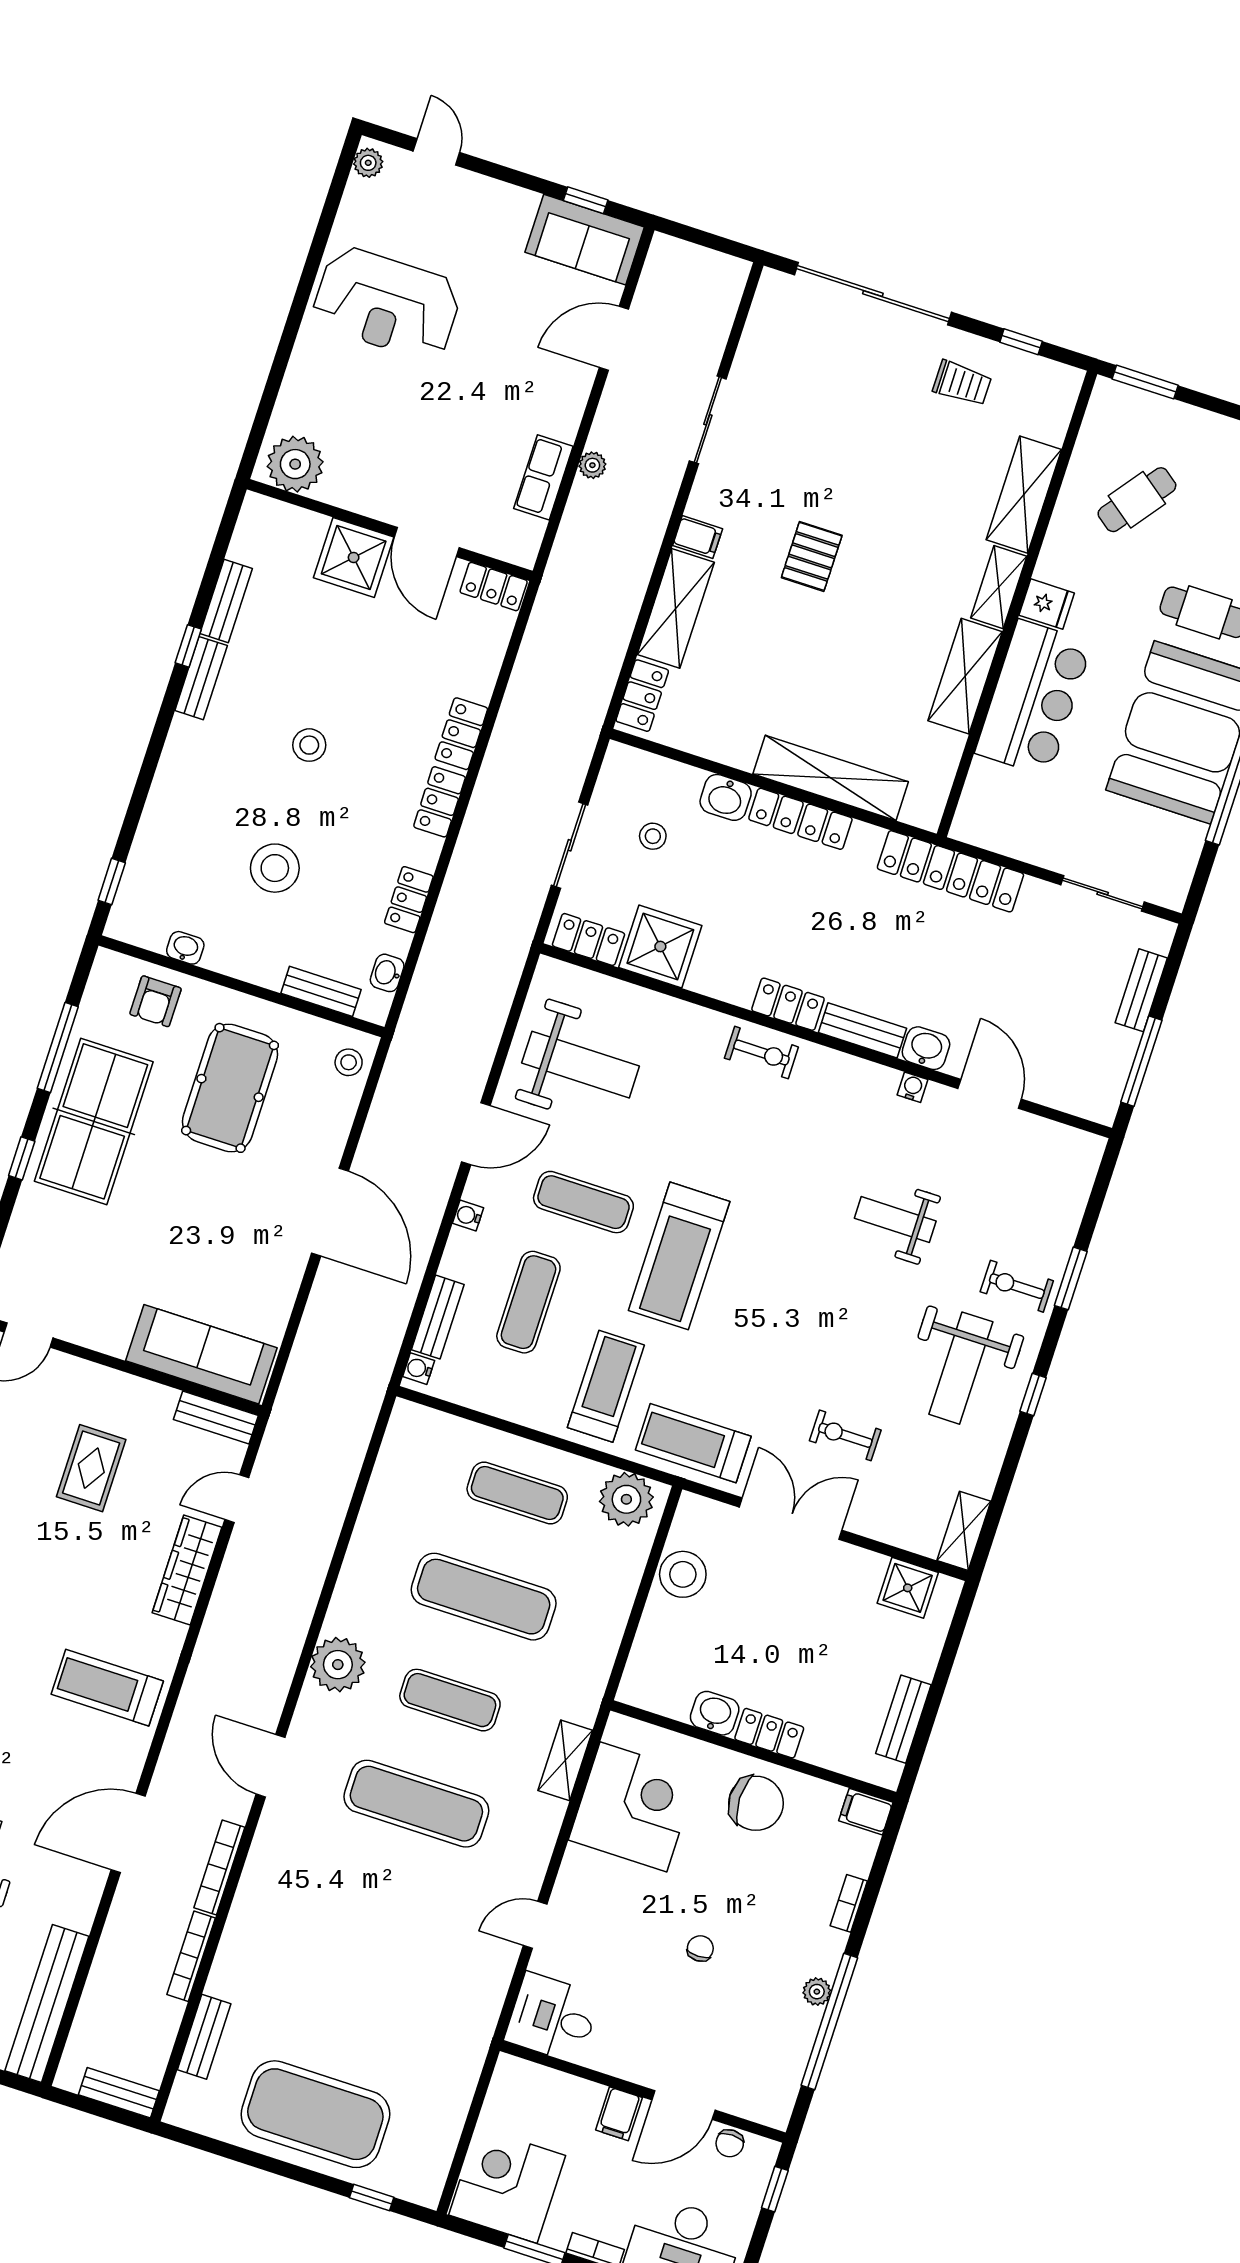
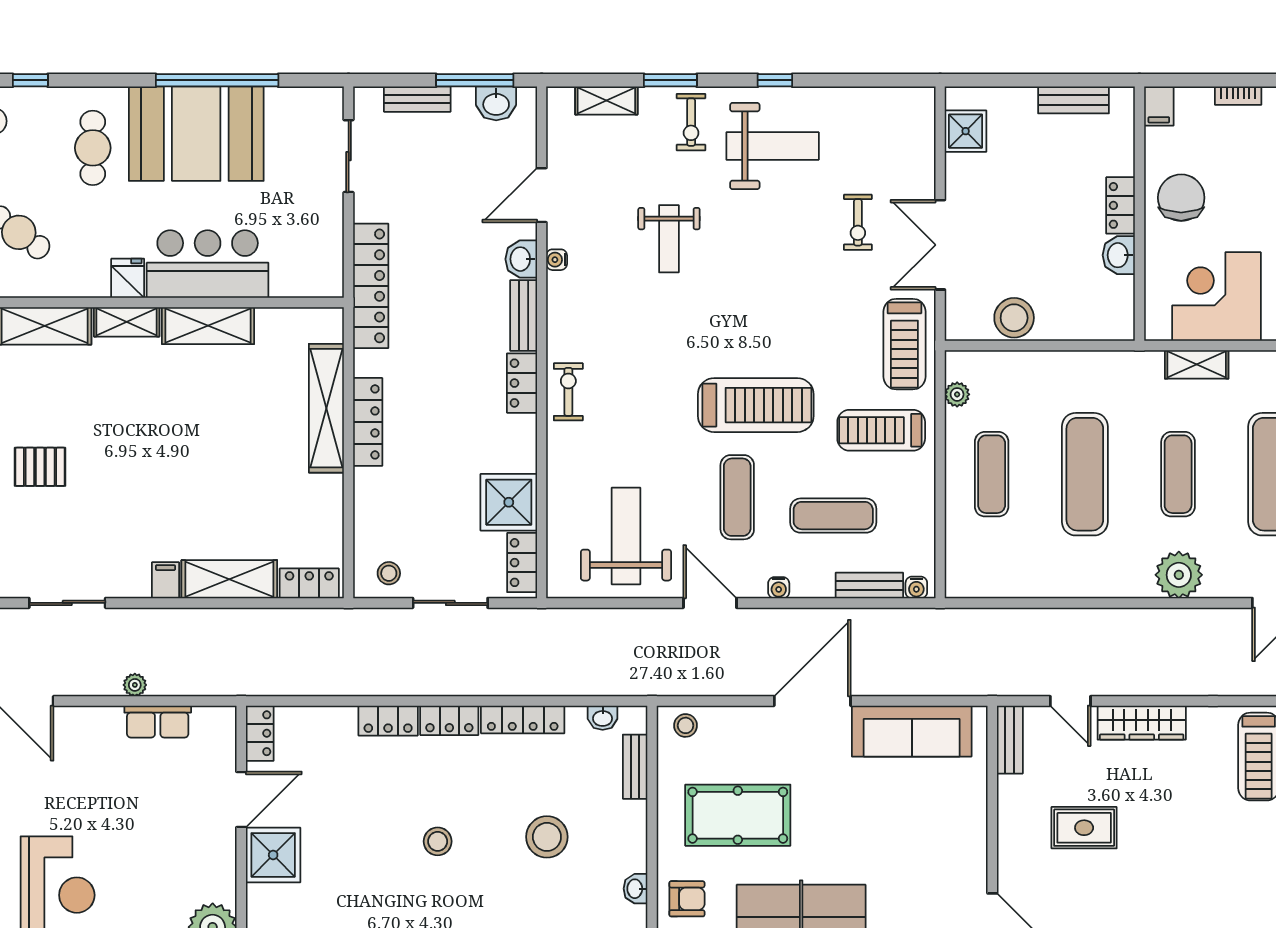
pallet: (812, 556) -> (40, 467), moved
washbasin: (726, 797) -> (496, 103), moved, turned 90
stool: (653, 836) -> (389, 573), moved
locker: (409, 900) -> (523, 719), width x1.53
sofa: (201, 1354) -> (912, 731), moved, turned -90
plant: (626, 1499) -> (957, 394), width x0.53, depth x0.53
shelving: (964, 1531) -> (606, 100), moved

